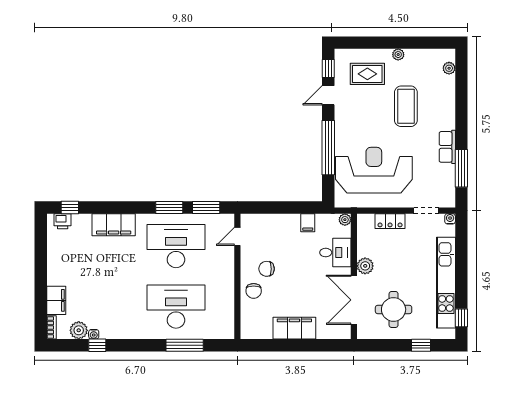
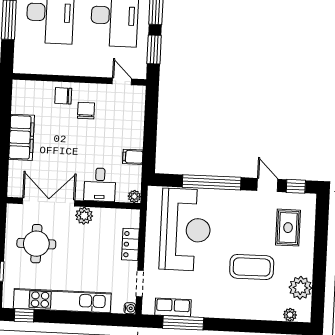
plant: (398, 55) -> (300, 288), moved, width x1.88, depth x1.88
row of seats: (447, 147) -> (173, 307), moved

